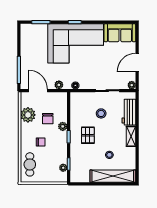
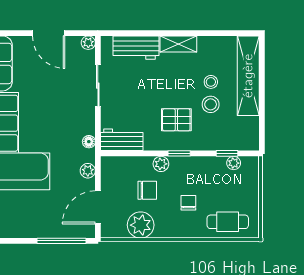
workbench: (76, 104) -> (122, 140), added
stool: (101, 113) -> (211, 104), moved

